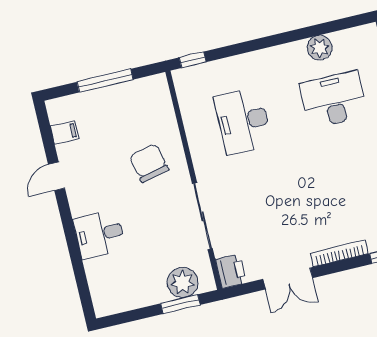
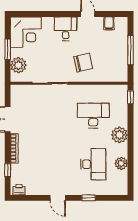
plant: (267, 64) -> (119, 135), added
desk: (99, 234) -> (66, 29), moved
printer: (231, 271) -> (18, 91), removed
corner desk: (118, 283) -> (26, 32), added
window: (180, 304) -> (8, 49), moved

